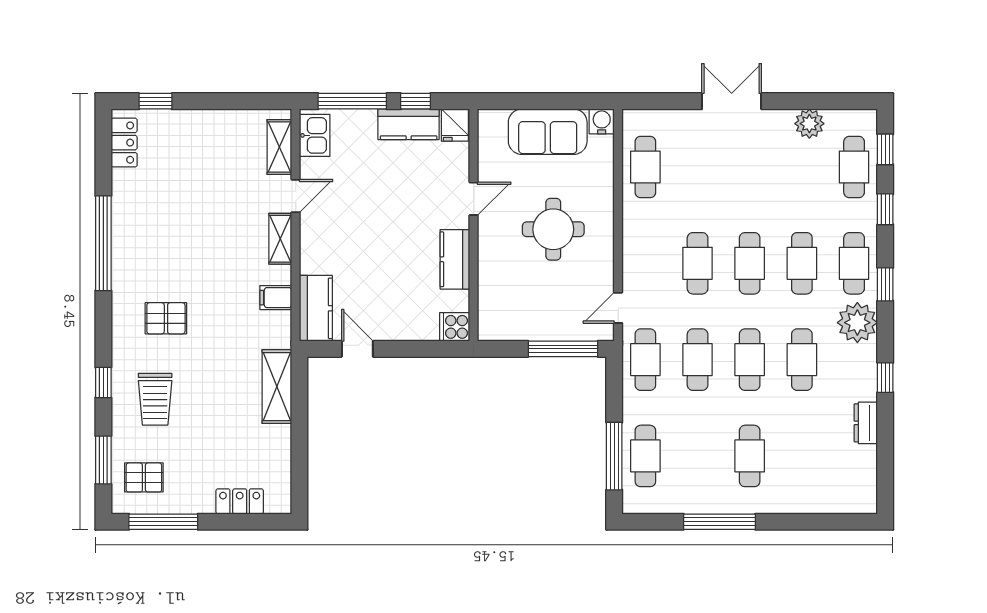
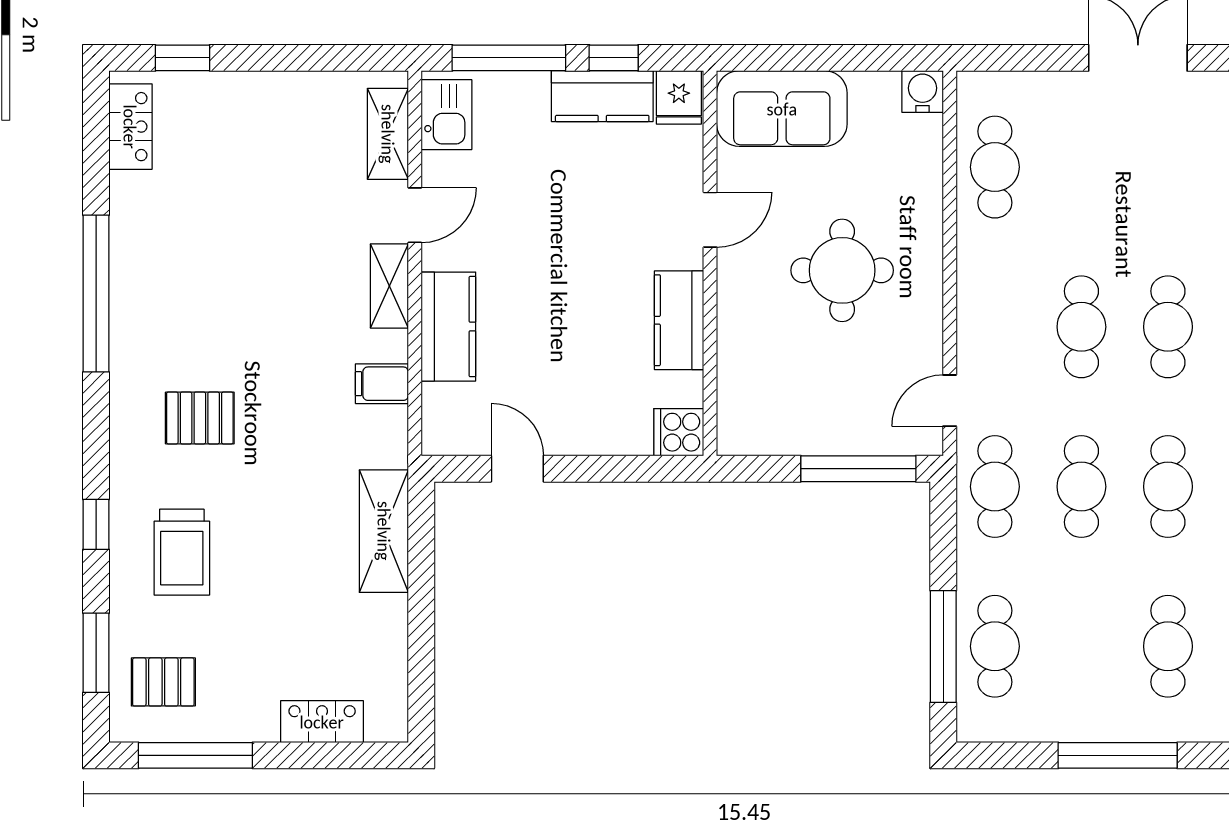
sofa: (548, 132) -> (782, 109), moved
kitchen counter: (316, 308) -> (448, 327), moved

